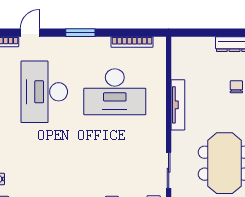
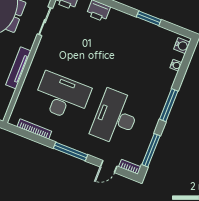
window: (80, 33) -> (70, 151), width x1.44
desk: (44, 92) -> (115, 118), turned 180

